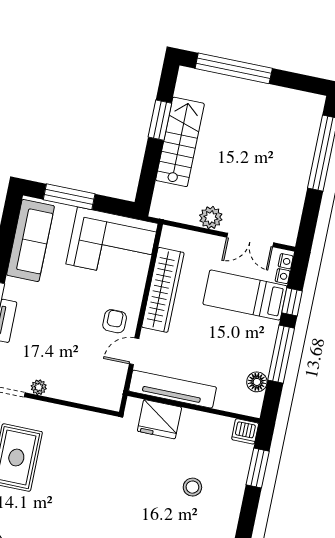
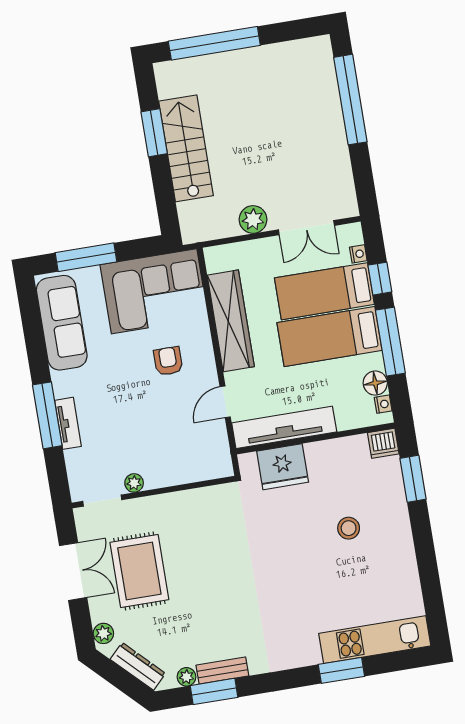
nightstand: (286, 261) -> (383, 404), moved
armchair: (115, 321) -> (168, 361), moved
bed: (235, 332) -> (330, 336), added

